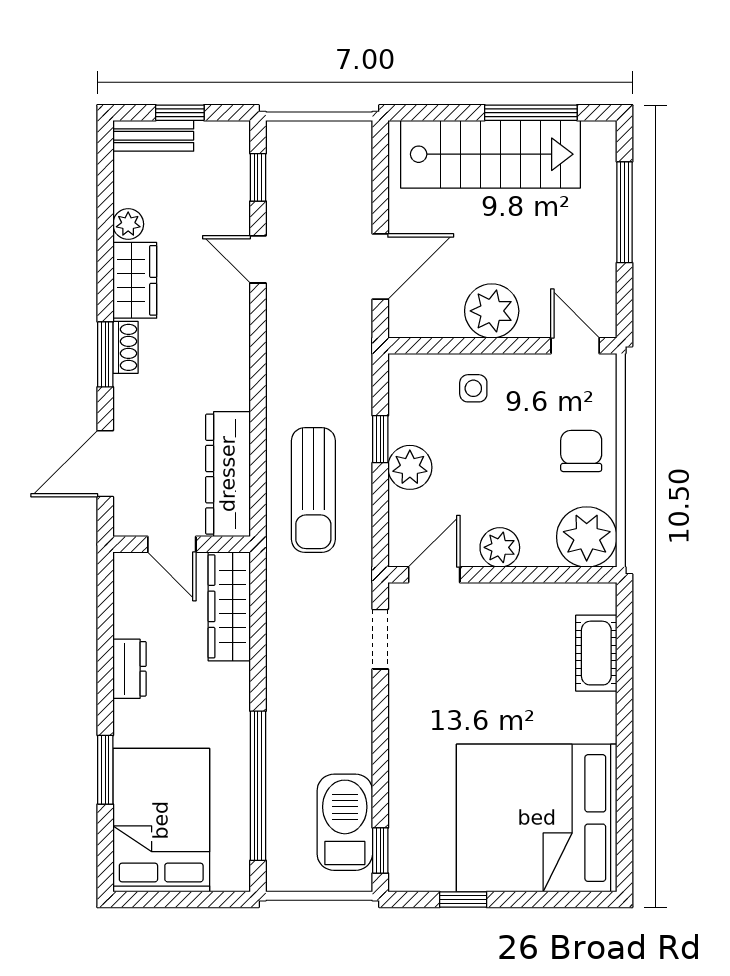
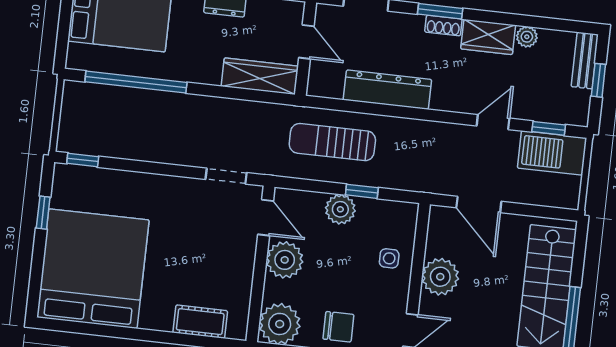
dresser: (228, 474) -> (387, 90), moved
door: (172, 544) -> (306, 42), swing flipped
plant: (500, 547) -> (285, 260), width x1.36, depth x1.36
barbecue: (345, 822) -> (552, 153), moved, turned 180

